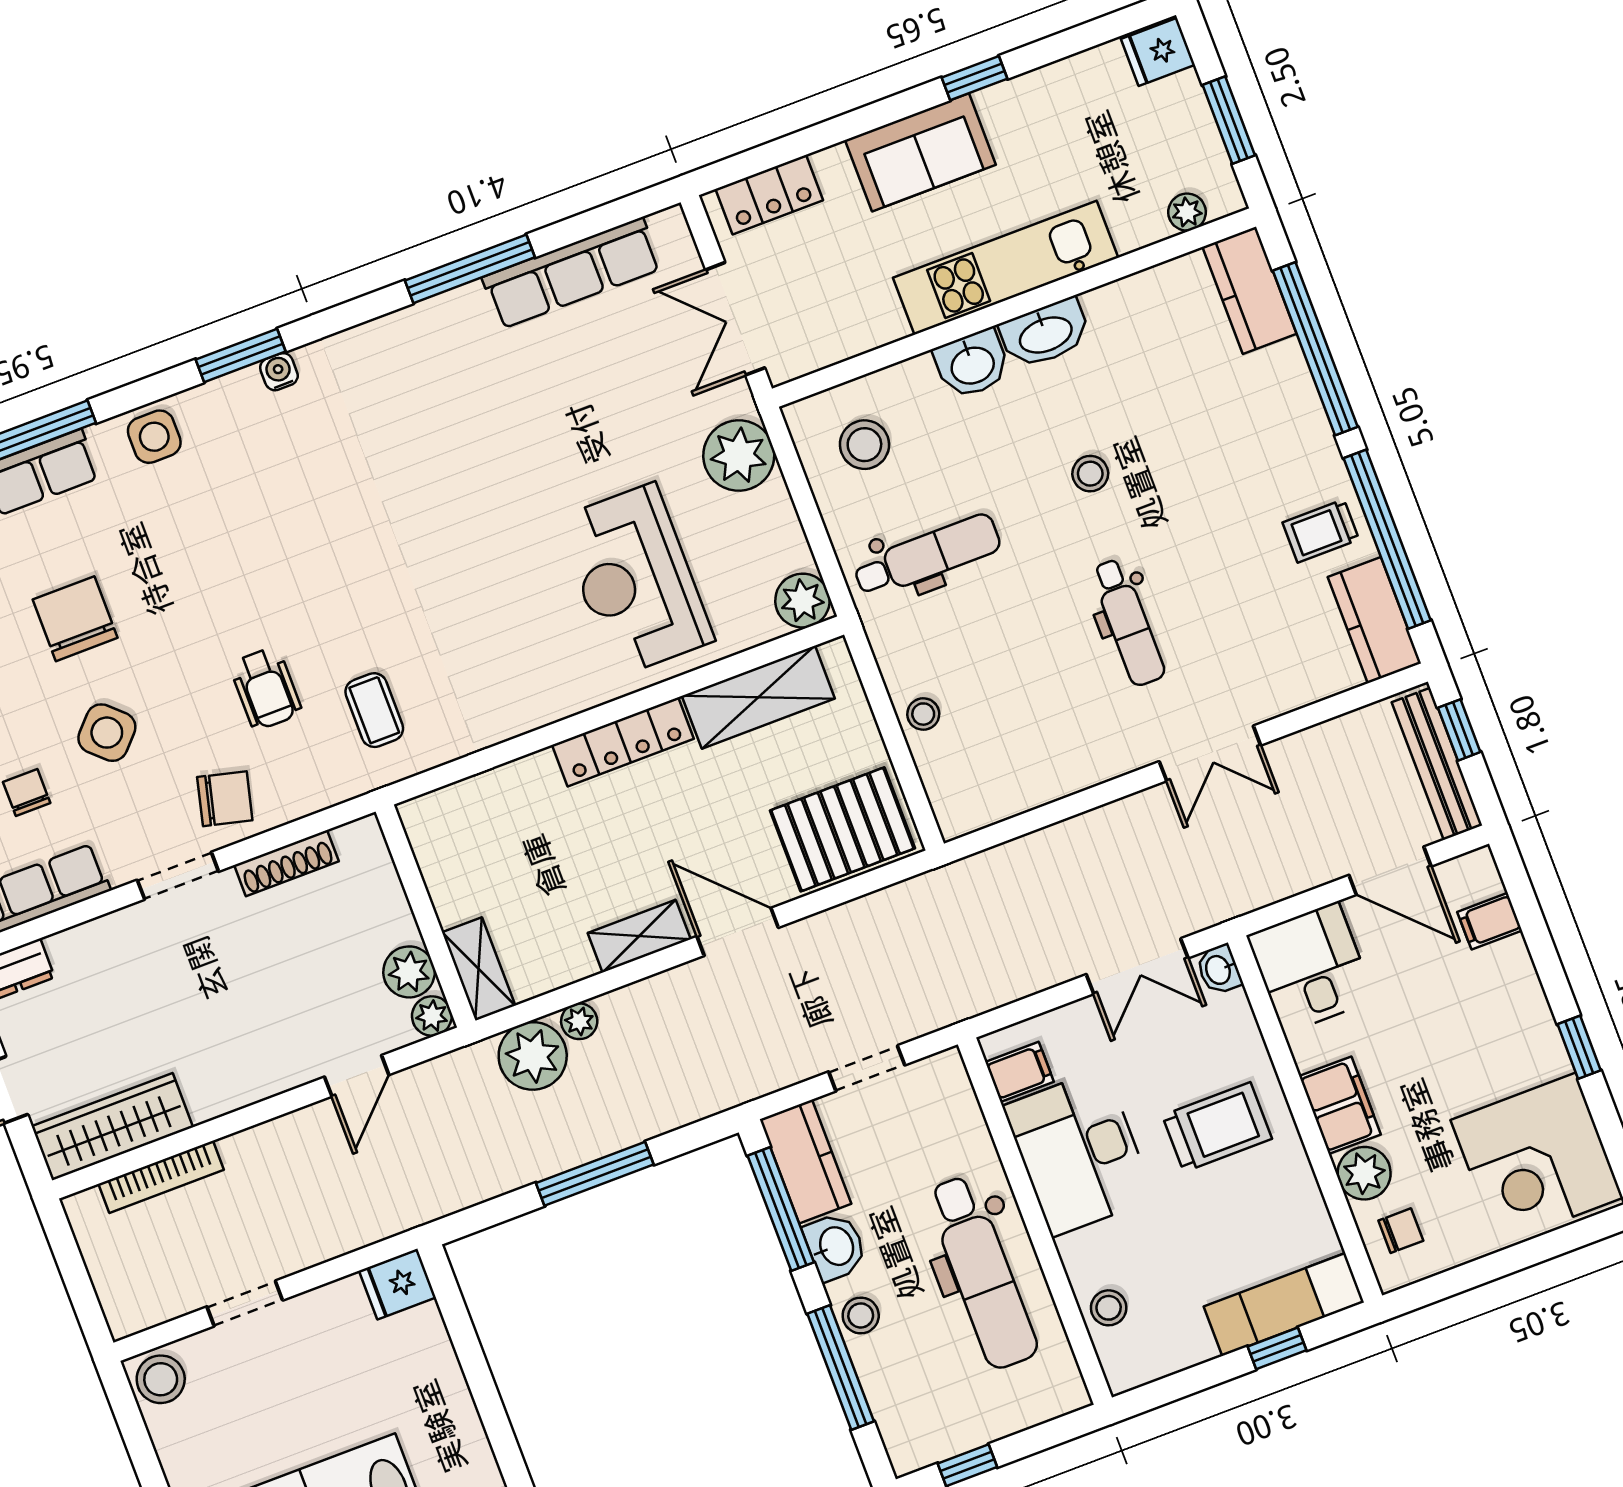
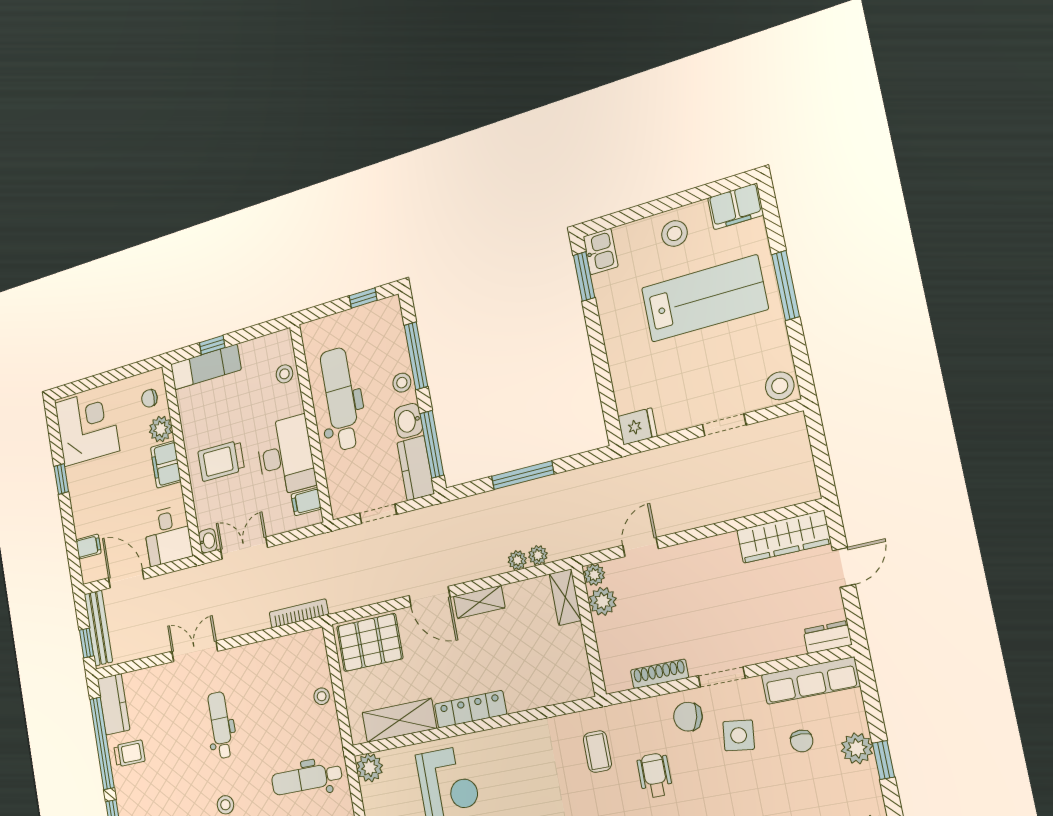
side table: (107, 733) -> (739, 735), moved, turned -36
plant: (533, 1056) -> (538, 555), width x0.53, depth x0.53
bookcase: (161, 1177) -> (299, 613), moved

